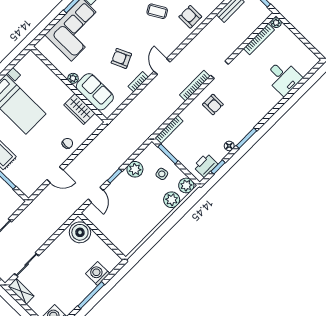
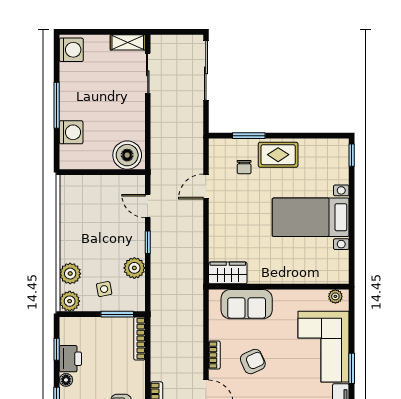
plant: (73, 78) -> (335, 296), moved
wardrobe: (79, 109) -> (228, 273), moved
chair: (67, 143) -> (244, 167), moved
printer: (205, 165) -> (70, 359), moved

